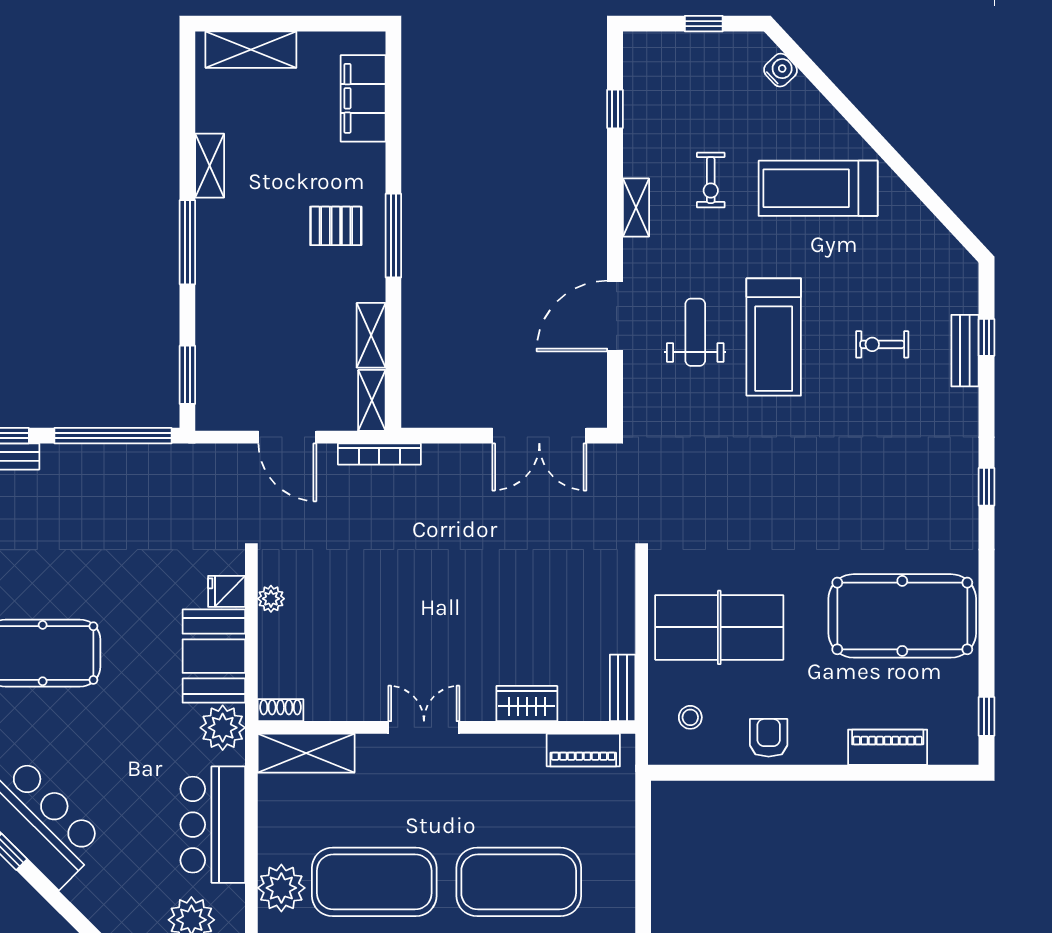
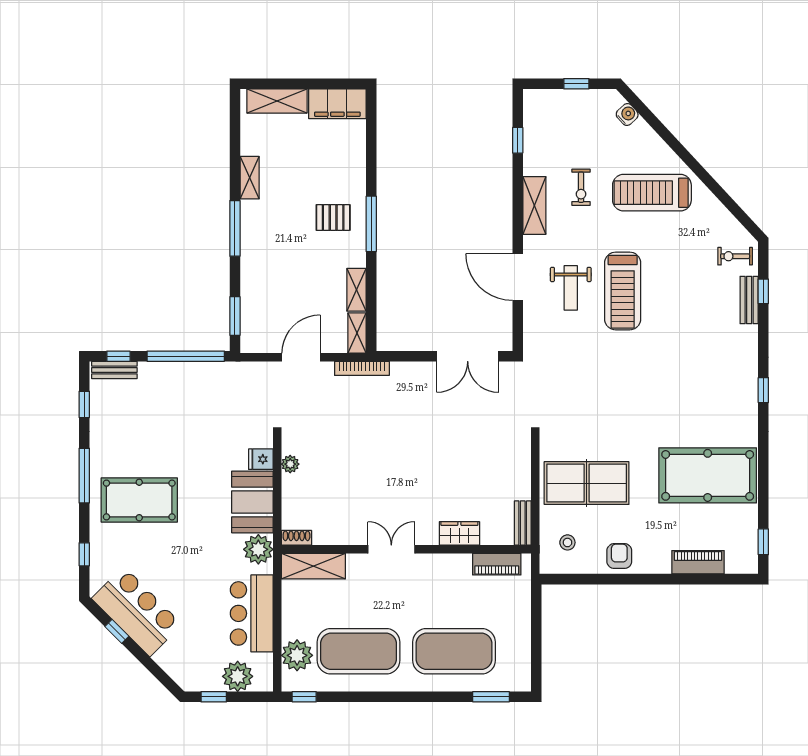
filing cabinet: (363, 98) -> (337, 104), moved, turned -90
shelving: (636, 208) -> (534, 205), width x1.50, depth x1.33
door: (615, 316) -> (518, 277), hinge flipped
weight bench: (695, 332) -> (571, 288), turned 180
exercise bike: (882, 344) -> (735, 256), moved
door: (287, 437) -> (301, 357), swing flipped

